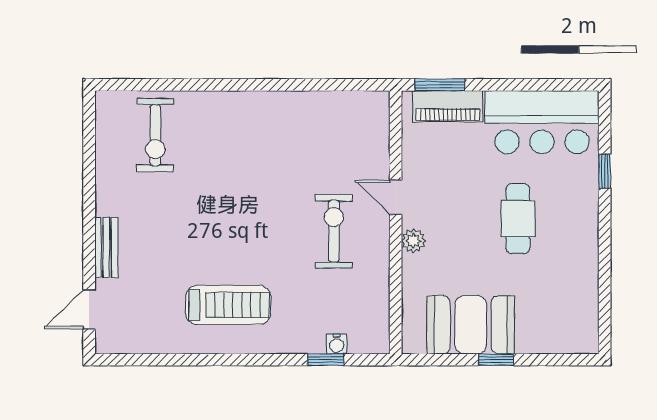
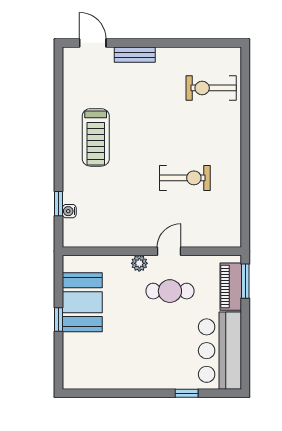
cafe table: (518, 219) -> (170, 291), moved
exercise bike: (334, 231) -> (185, 178), moved

